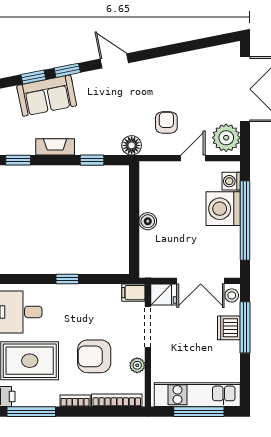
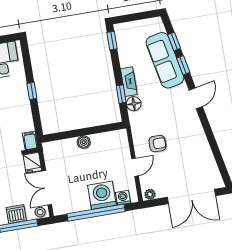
sofa: (47, 96) -> (165, 60), width x1.36
plant: (226, 138) -> (150, 194), width x0.53, depth x0.53
floor lamp: (132, 145) -> (134, 104), moved
fireplace: (55, 147) -> (129, 82), moved
door: (193, 158) -> (135, 167), hinge flipped

